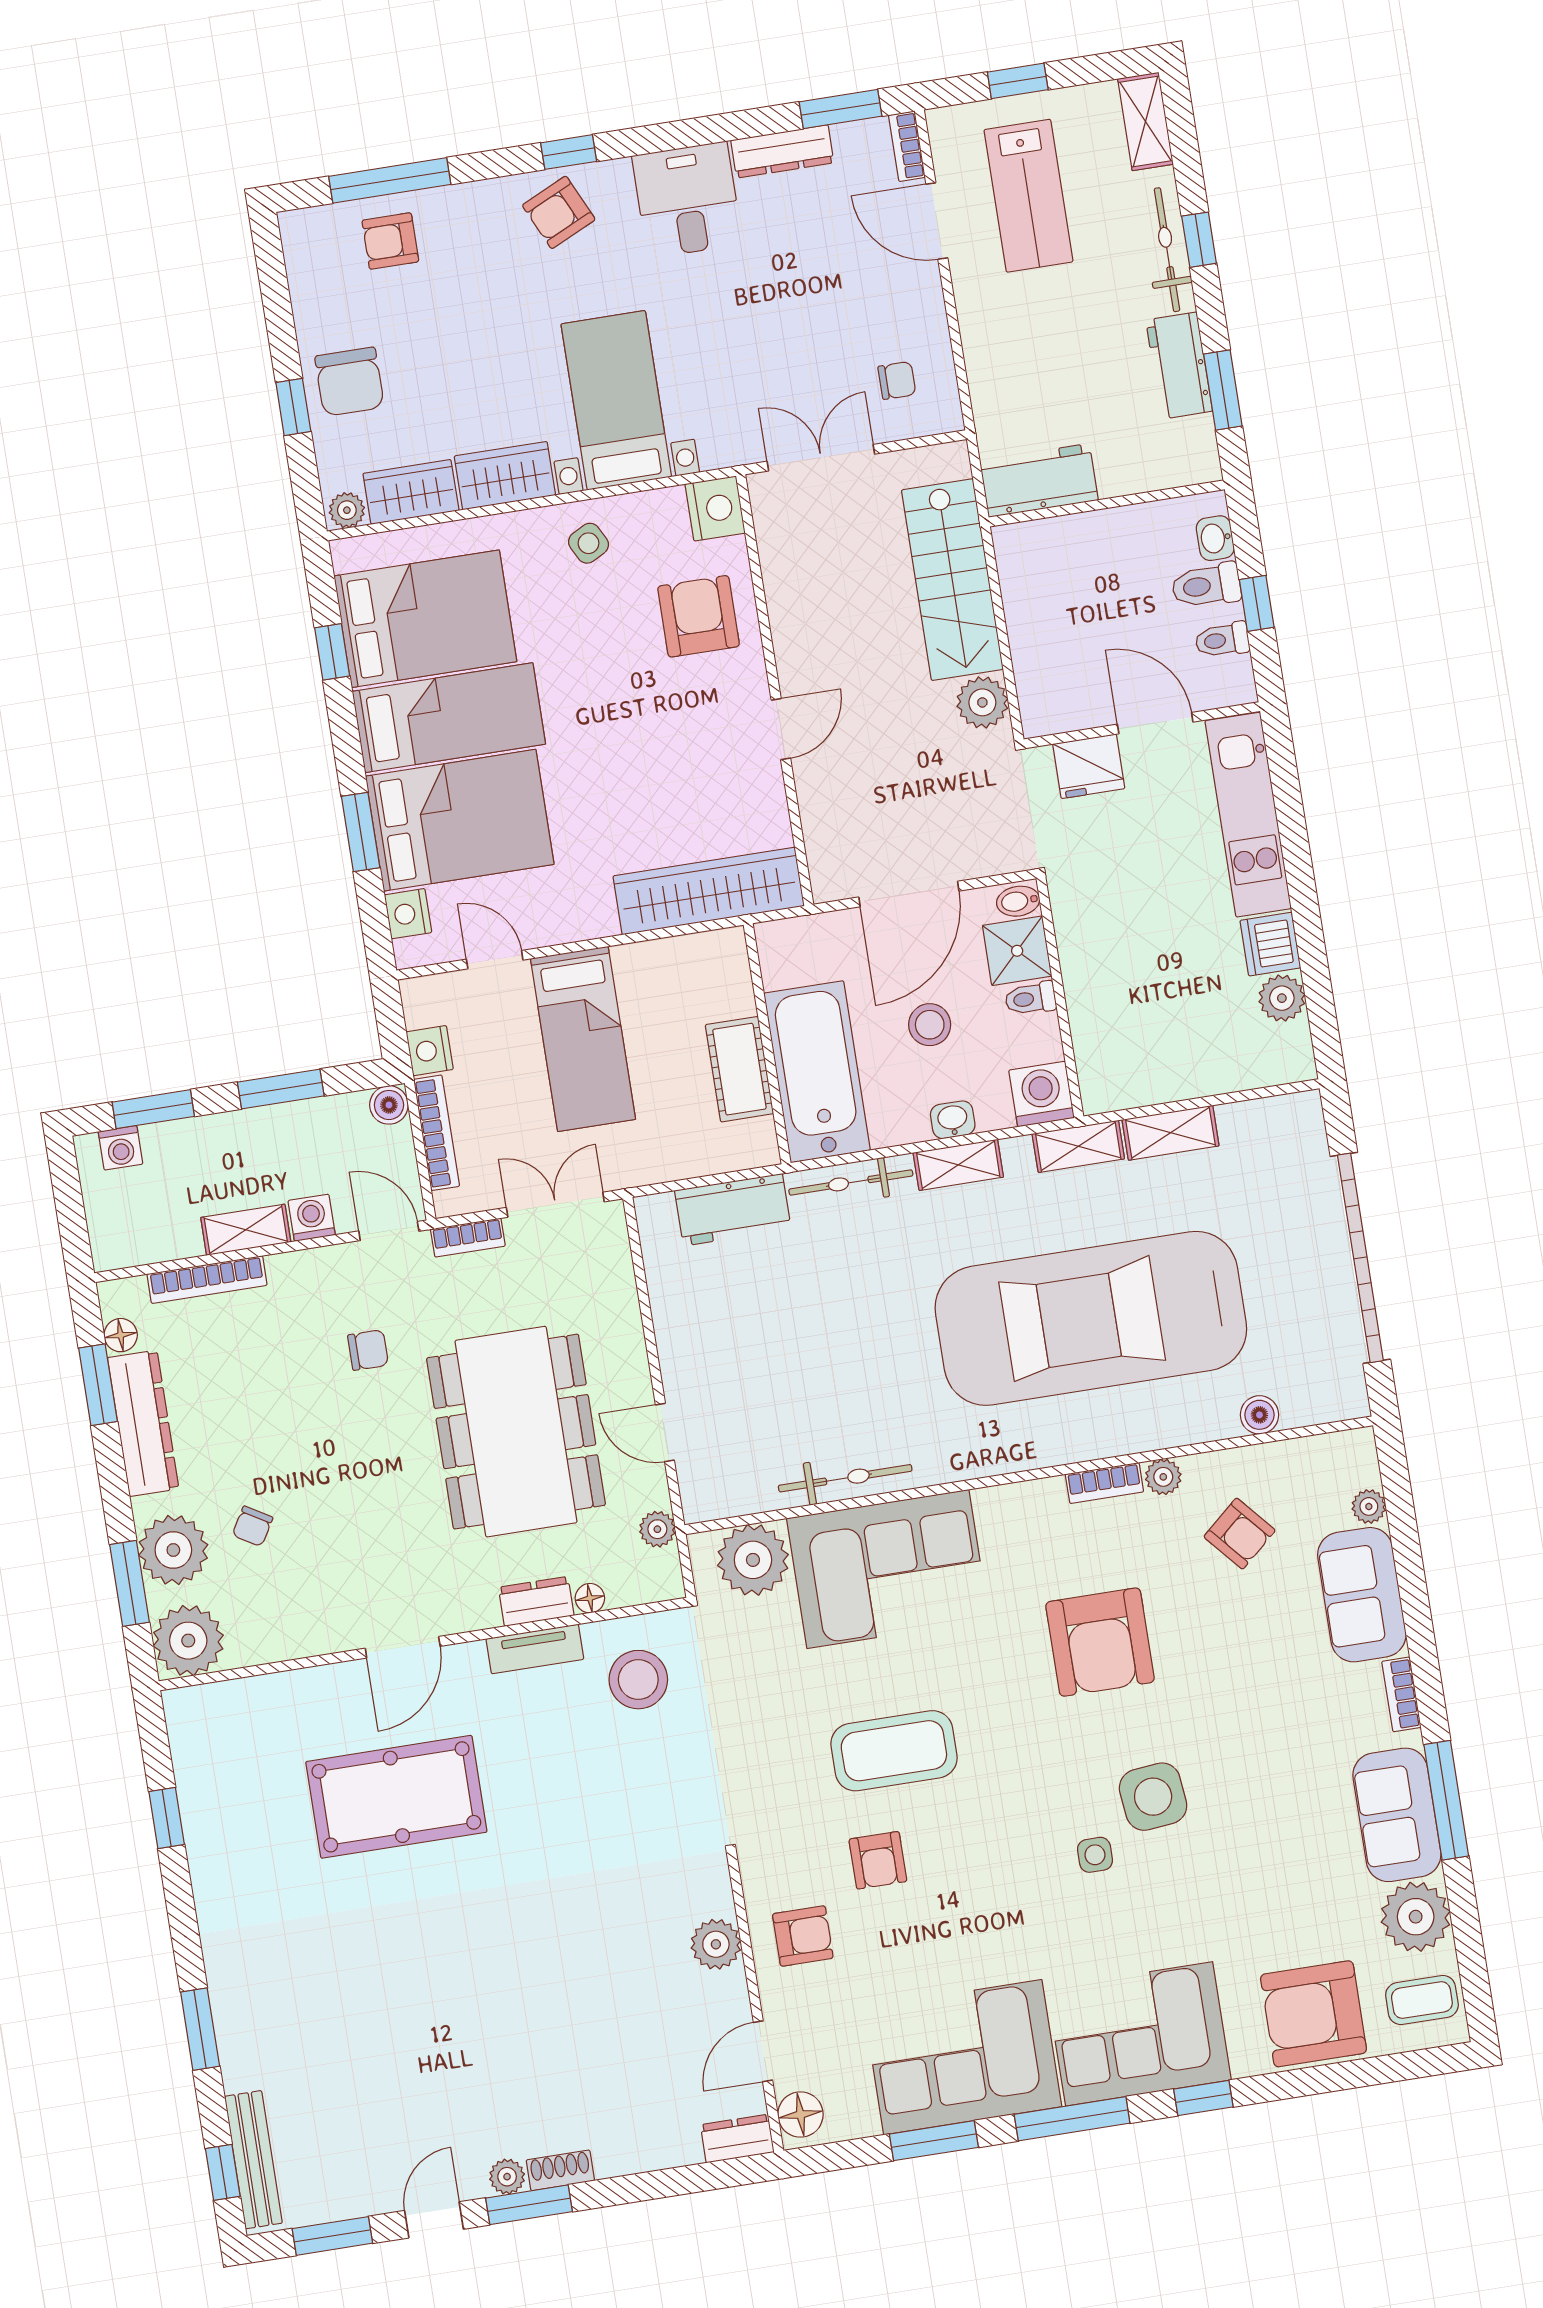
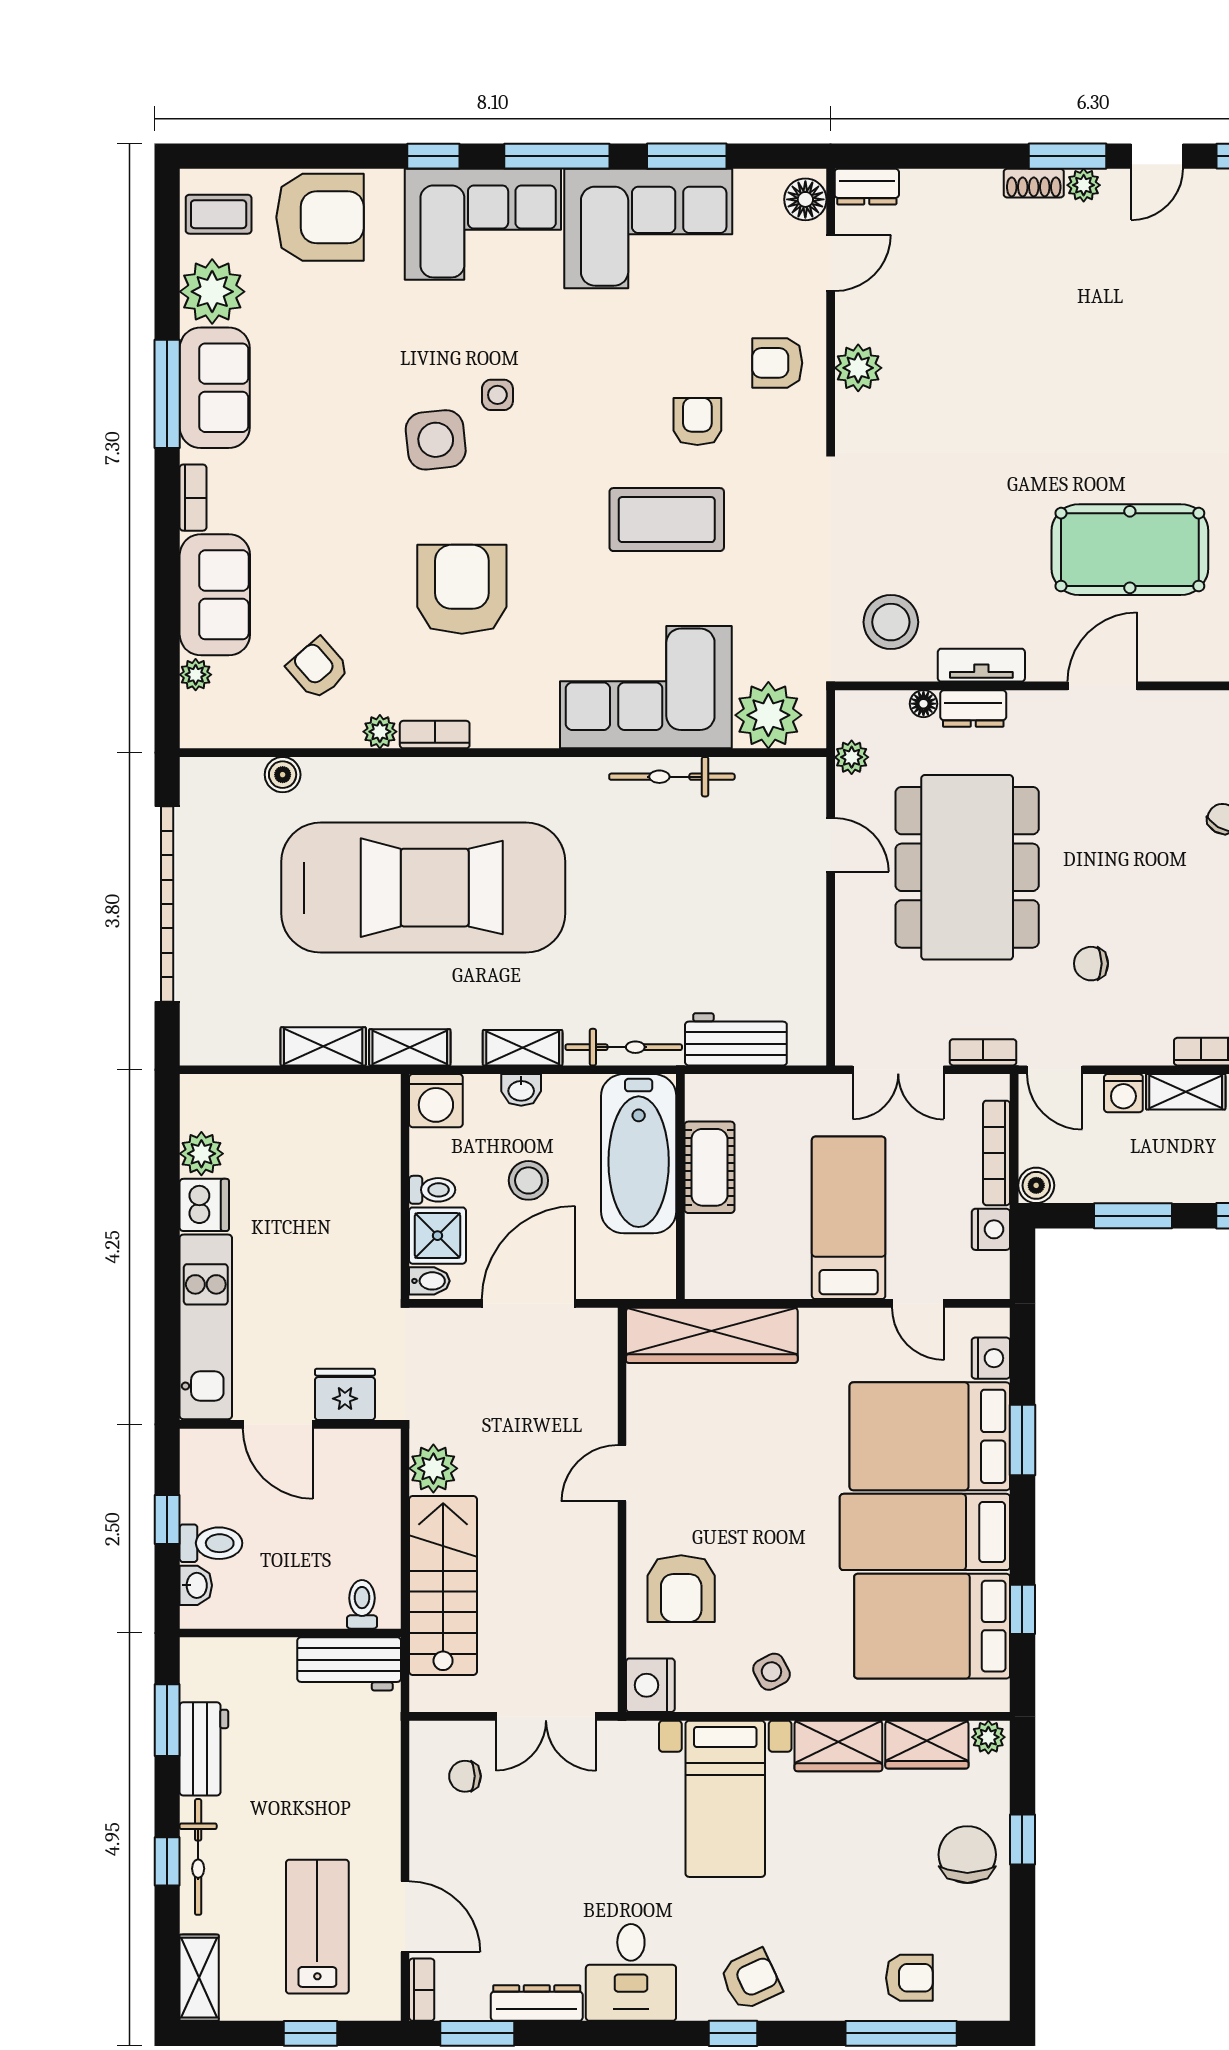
toilet: (1222, 640) -> (362, 1604), moved, turned -90

